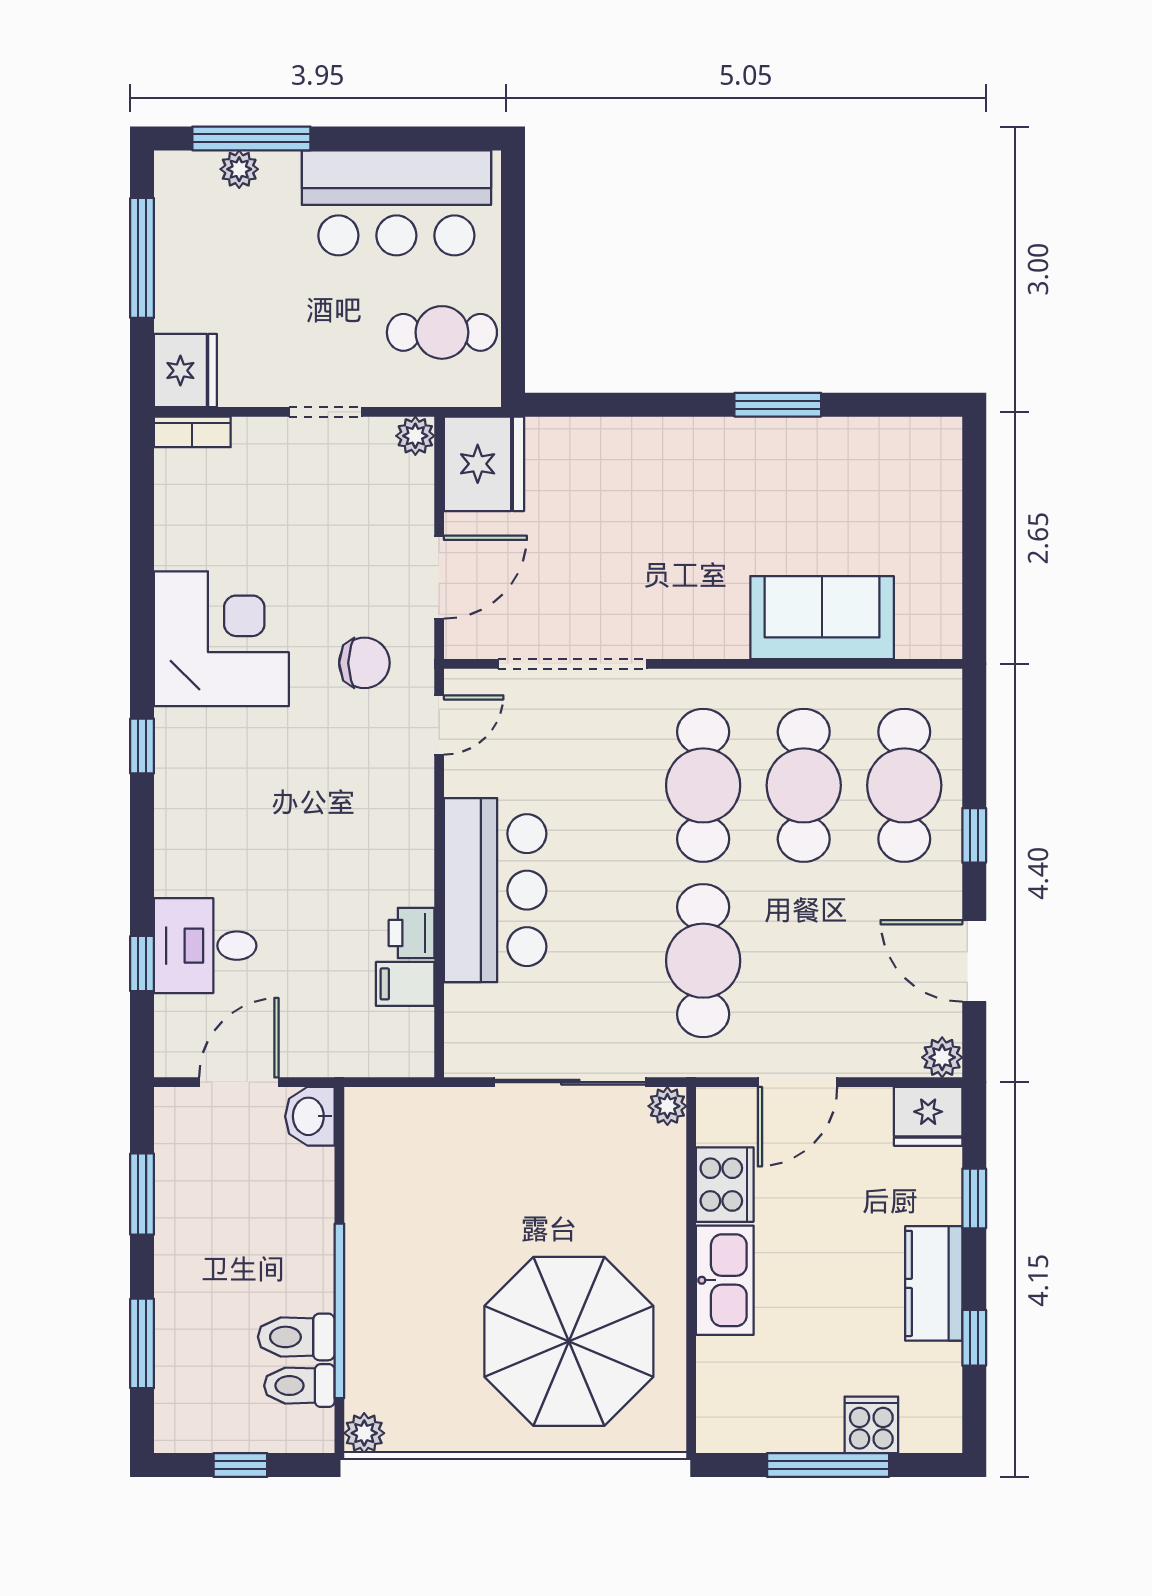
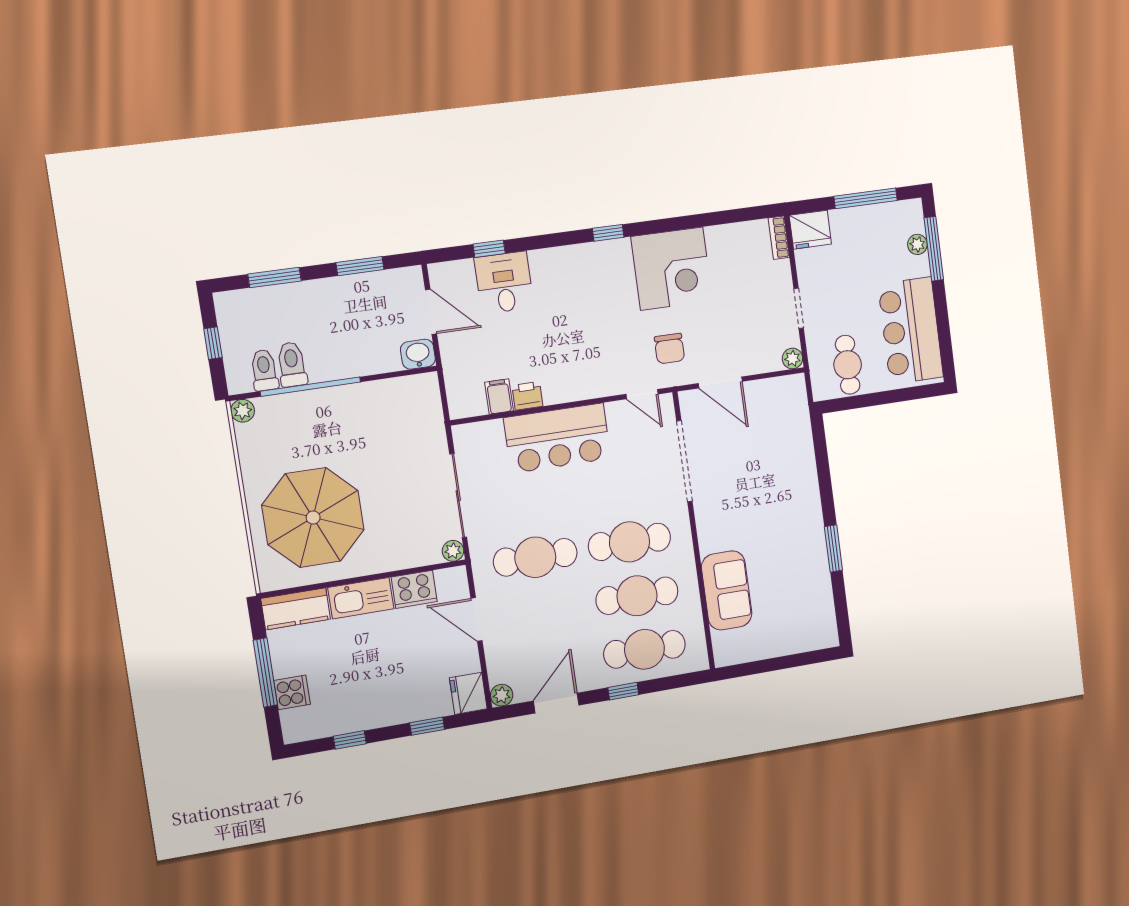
fridge: (484, 464) -> (783, 398), removed
kitchen counter: (934, 1283) -> (296, 609), moved, turned 180

